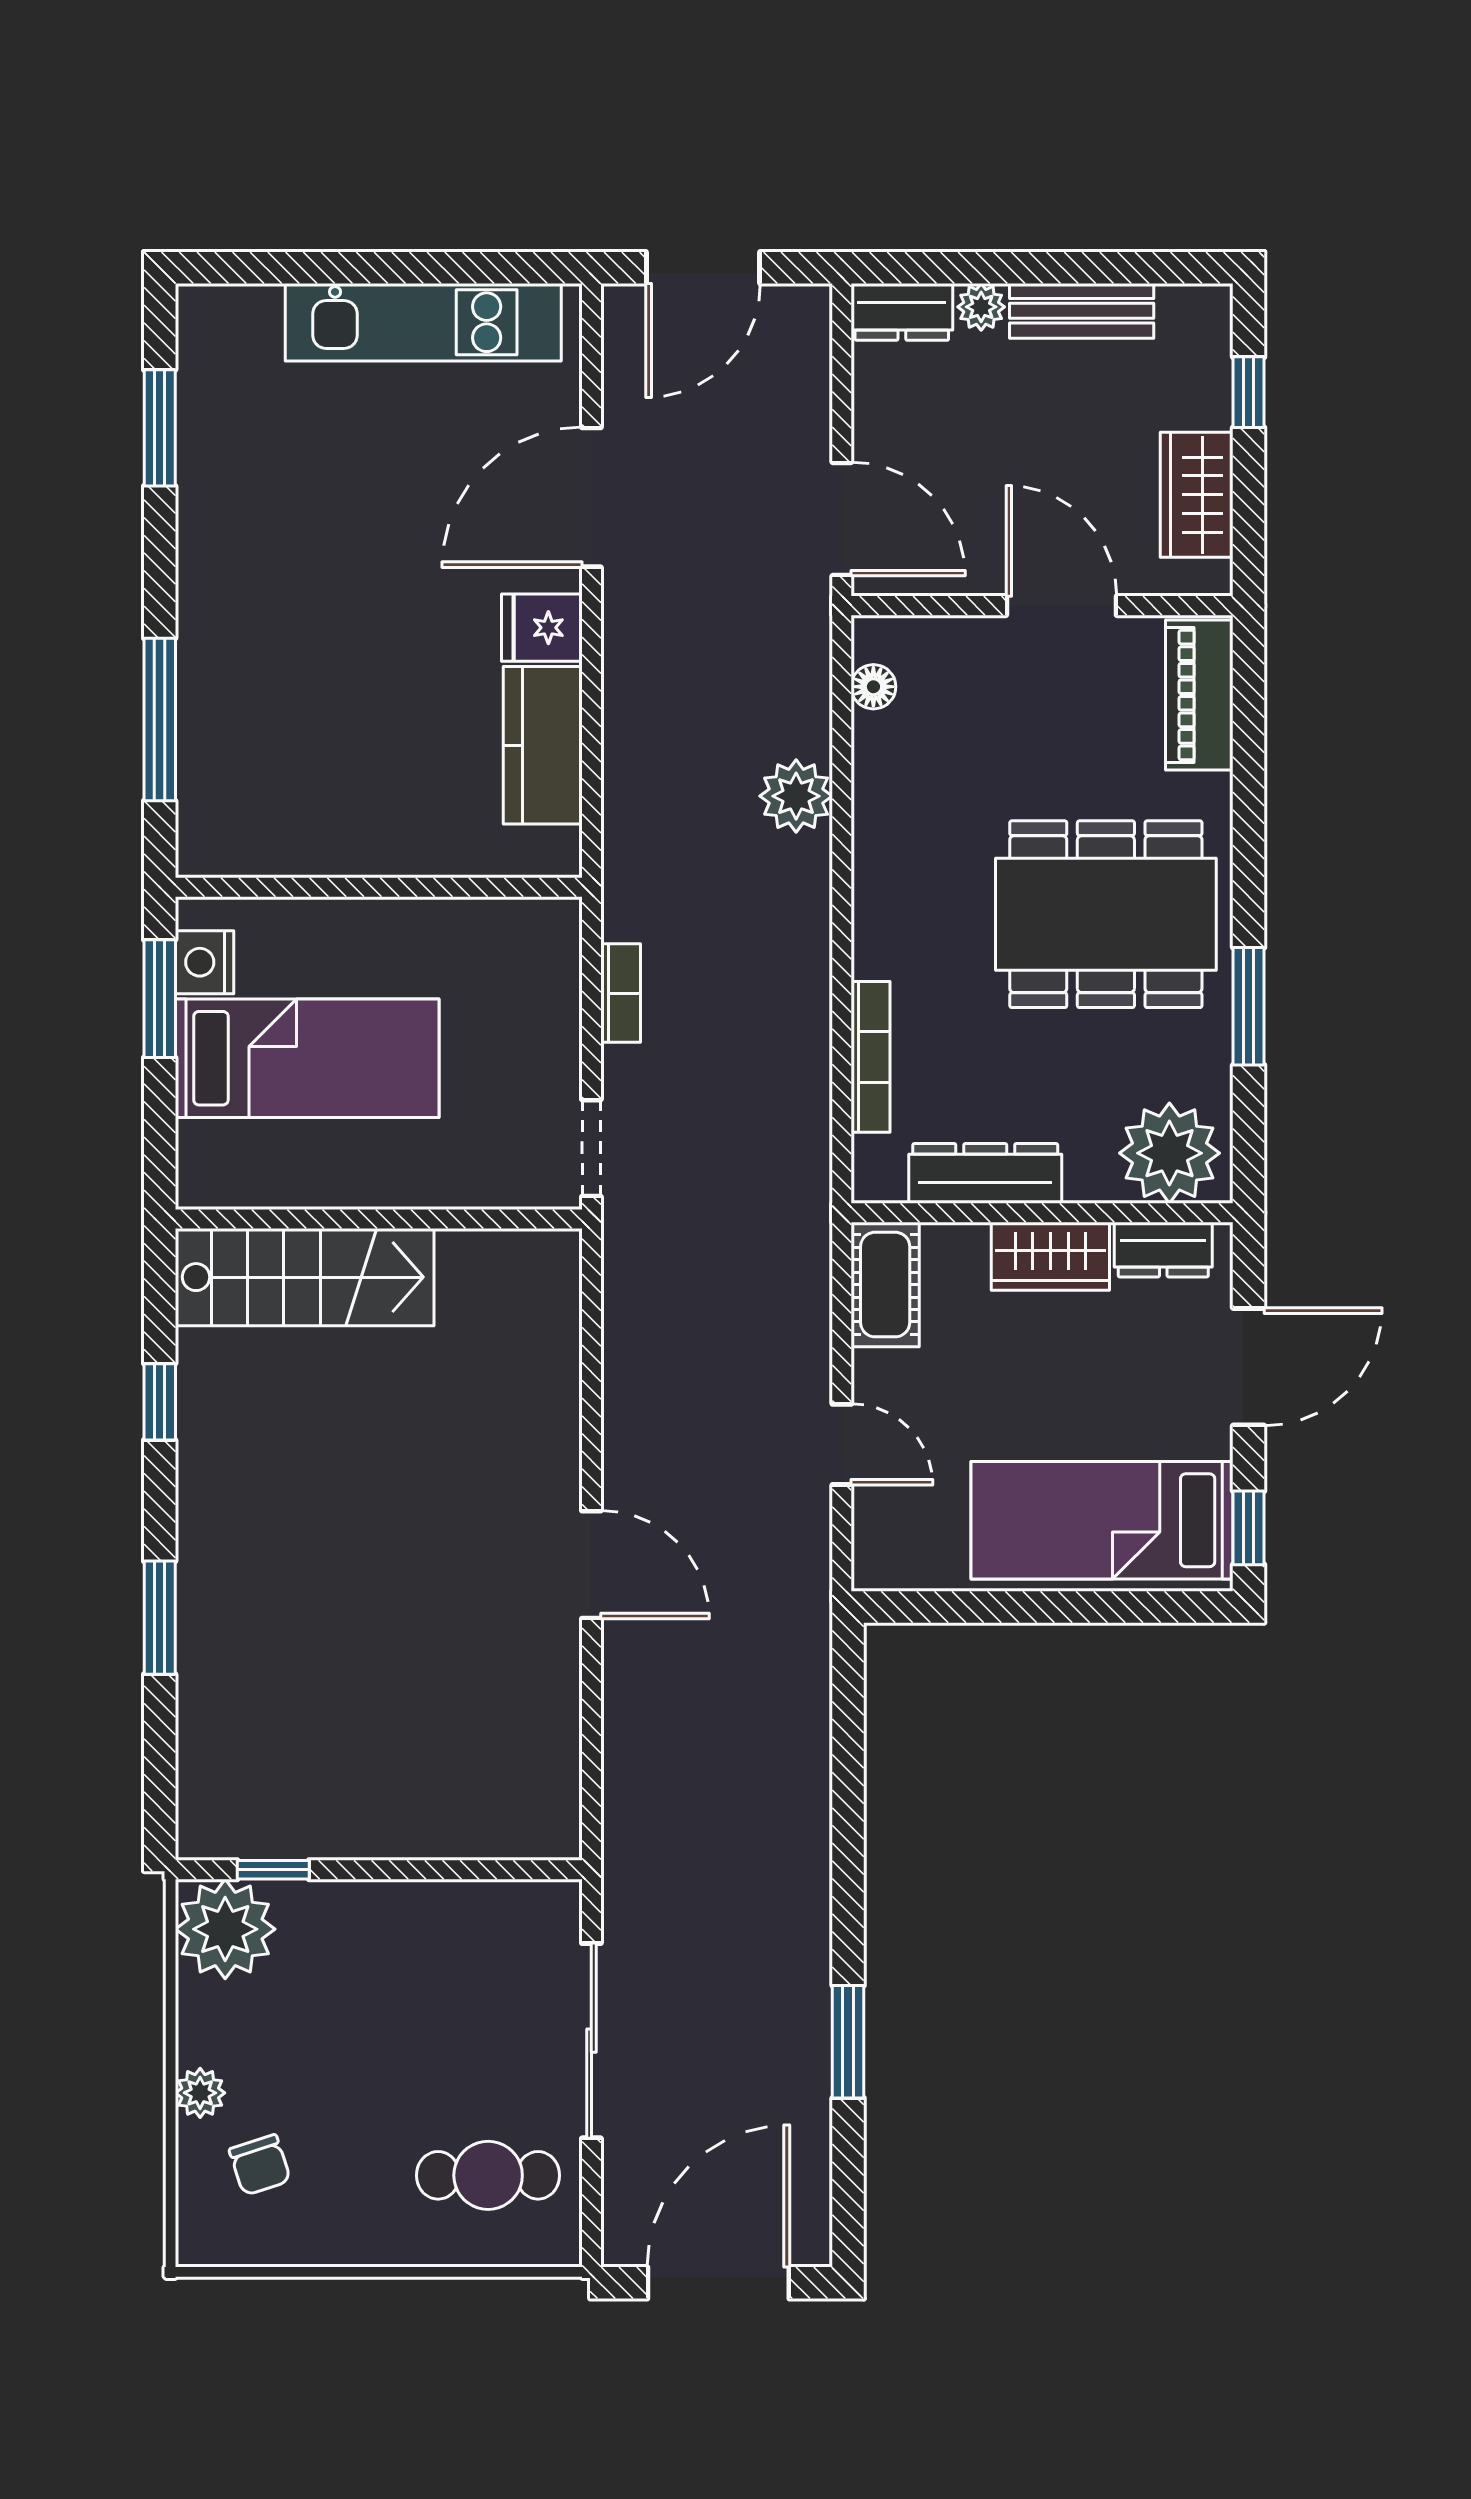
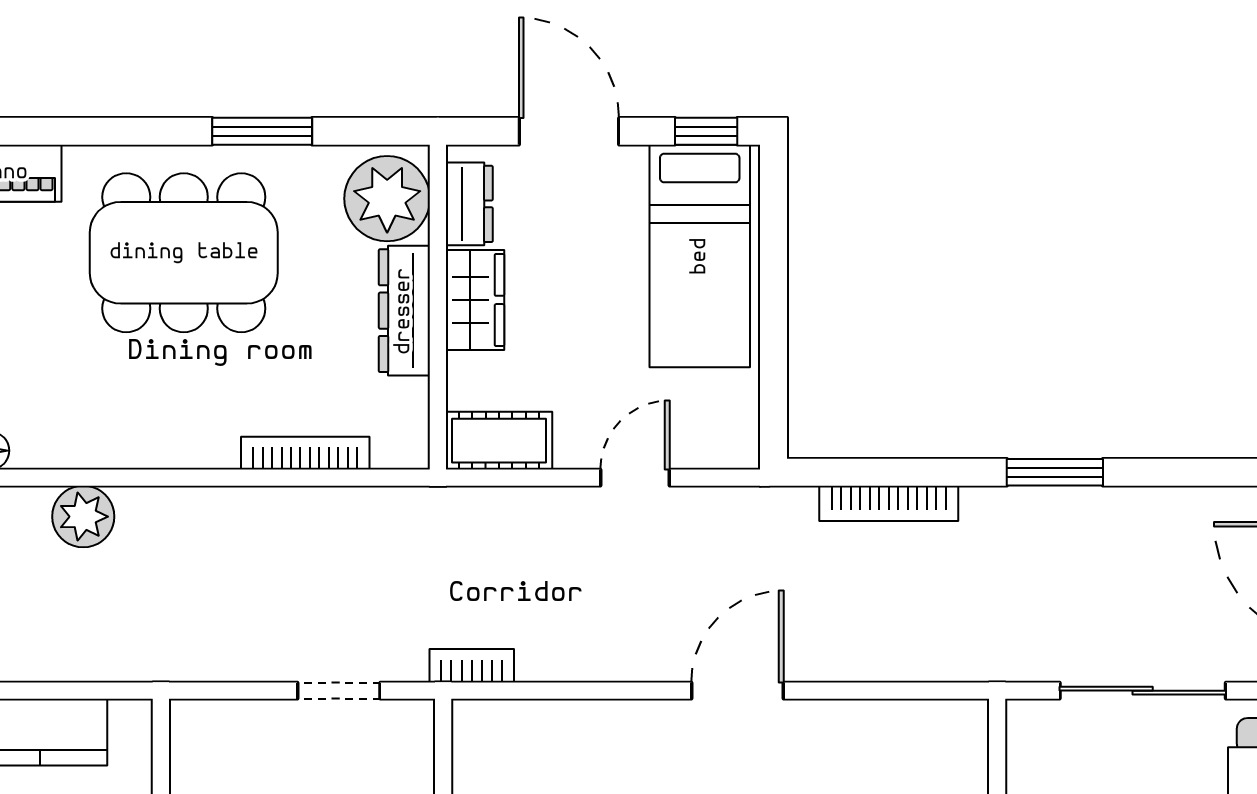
dining table: (1106, 914) -> (184, 253), turned 90
bookcase: (621, 993) -> (472, 666), moved
doorway: (591, 1148) -> (339, 691), moved
dresser: (985, 1173) -> (404, 311), moved
bookcase: (812, 1742) -> (889, 503), added
window: (848, 2042) -> (1055, 472), moved

